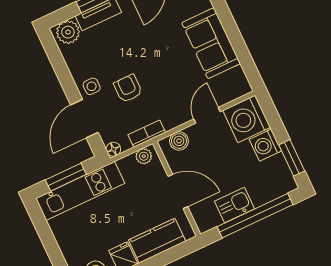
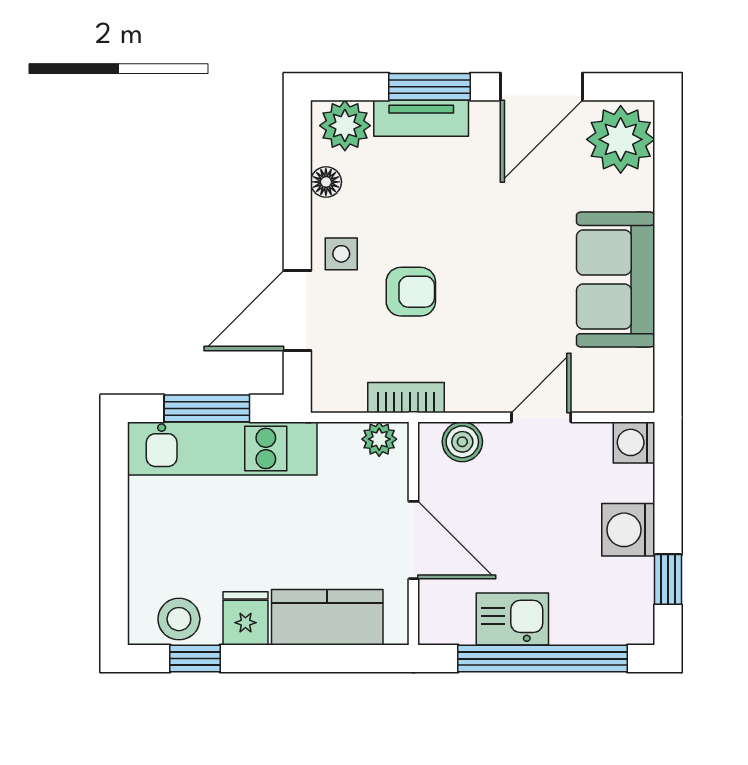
armchair: (128, 88) -> (411, 292), turned 90
washing machine: (247, 119) -> (634, 442), width x0.53, depth x0.53
floor lamp: (113, 149) -> (326, 182), moved
window: (292, 158) -> (668, 579), width x0.67

